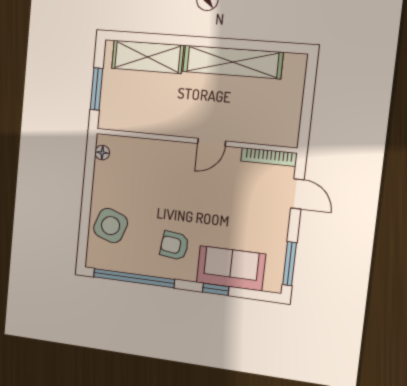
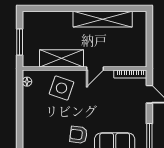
shelving: (147, 57) -> (62, 58), moved
side table: (111, 226) -> (62, 88), moved

